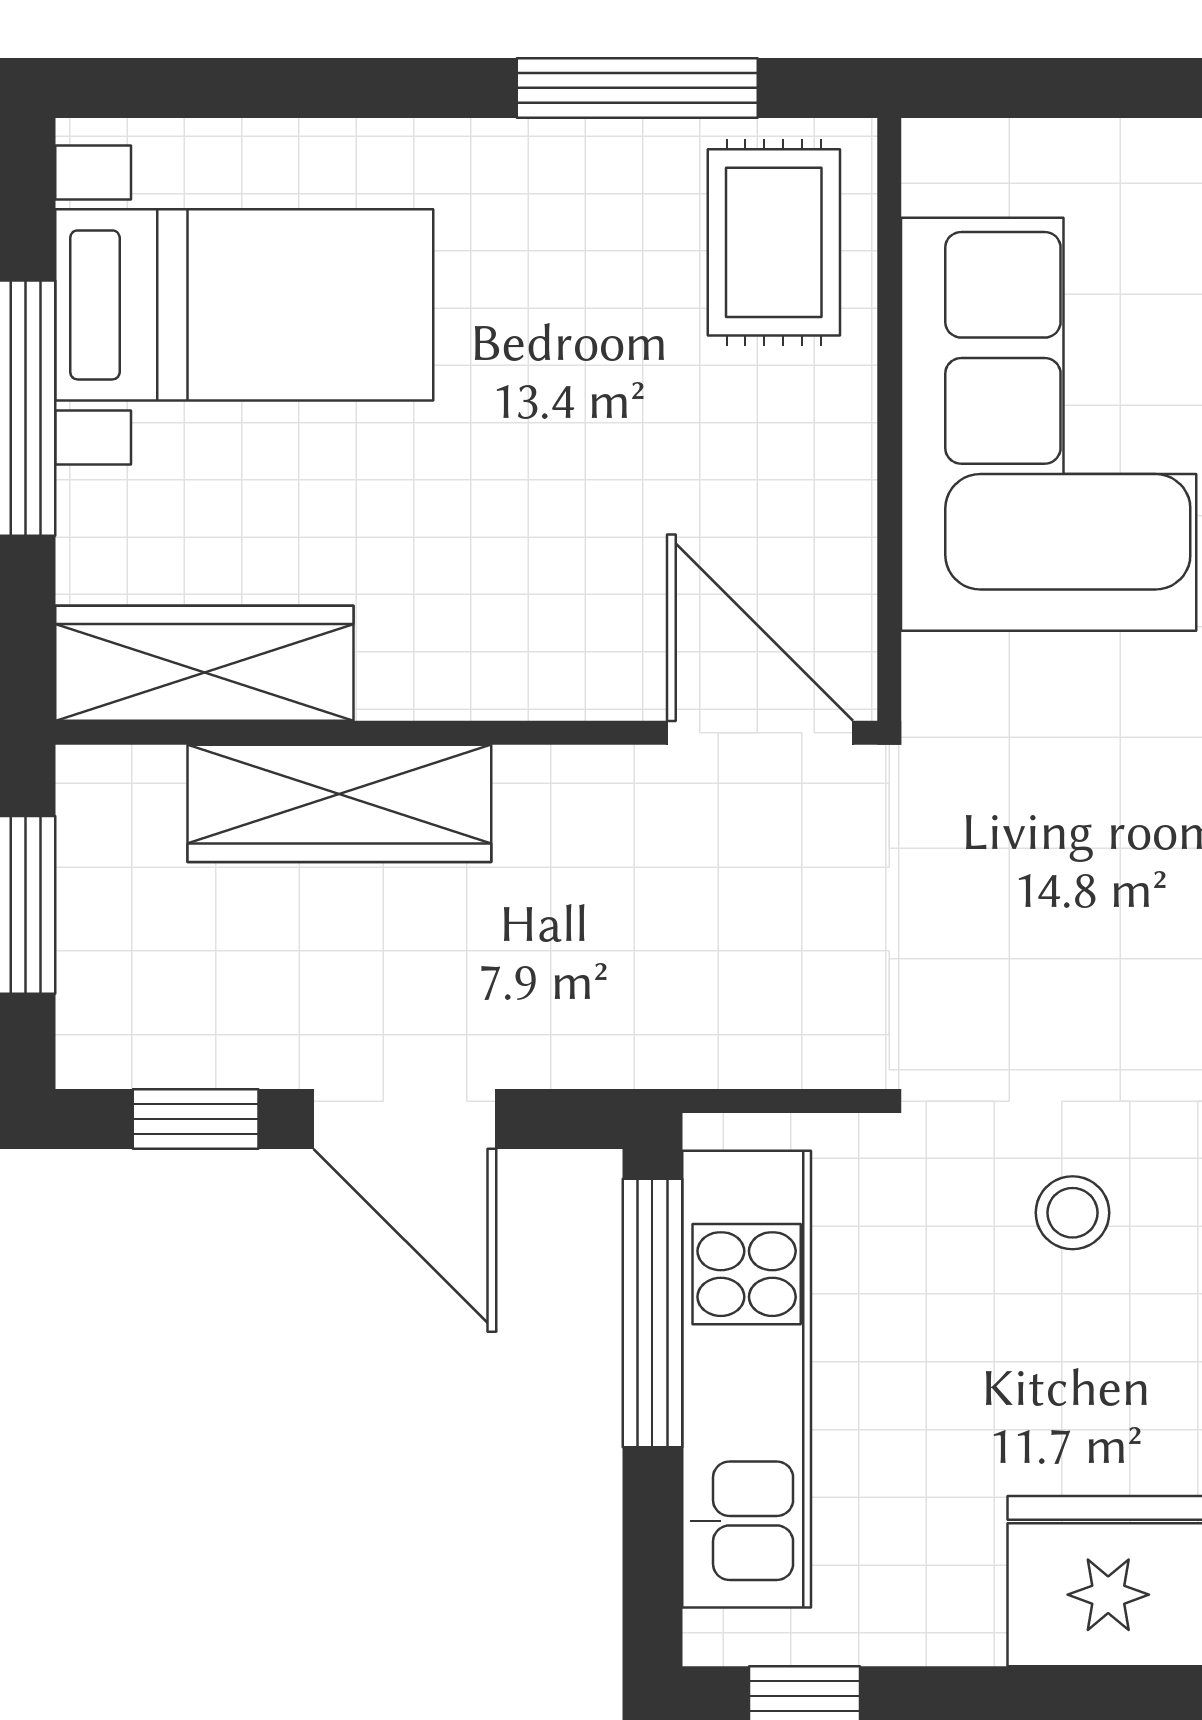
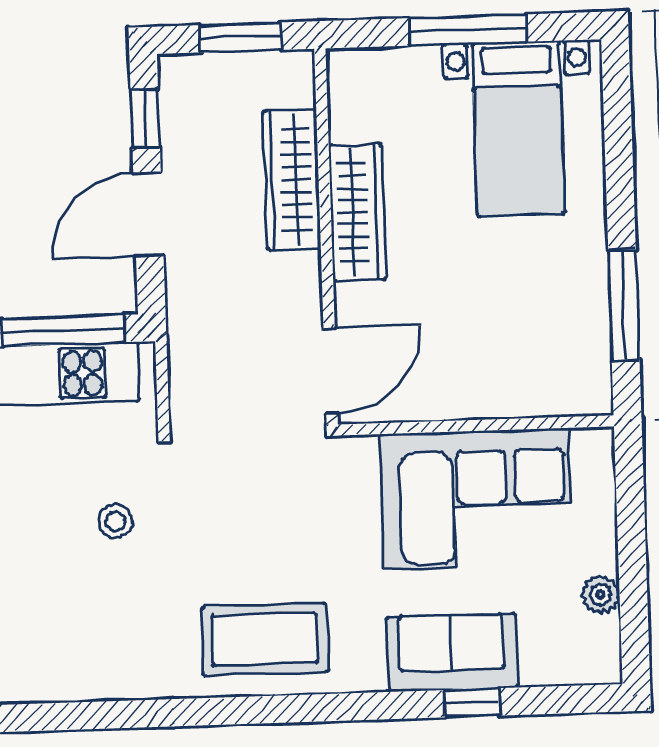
rug: (774, 242) -> (555, 370), removed
wardrobe: (204, 663) -> (357, 212), moved

